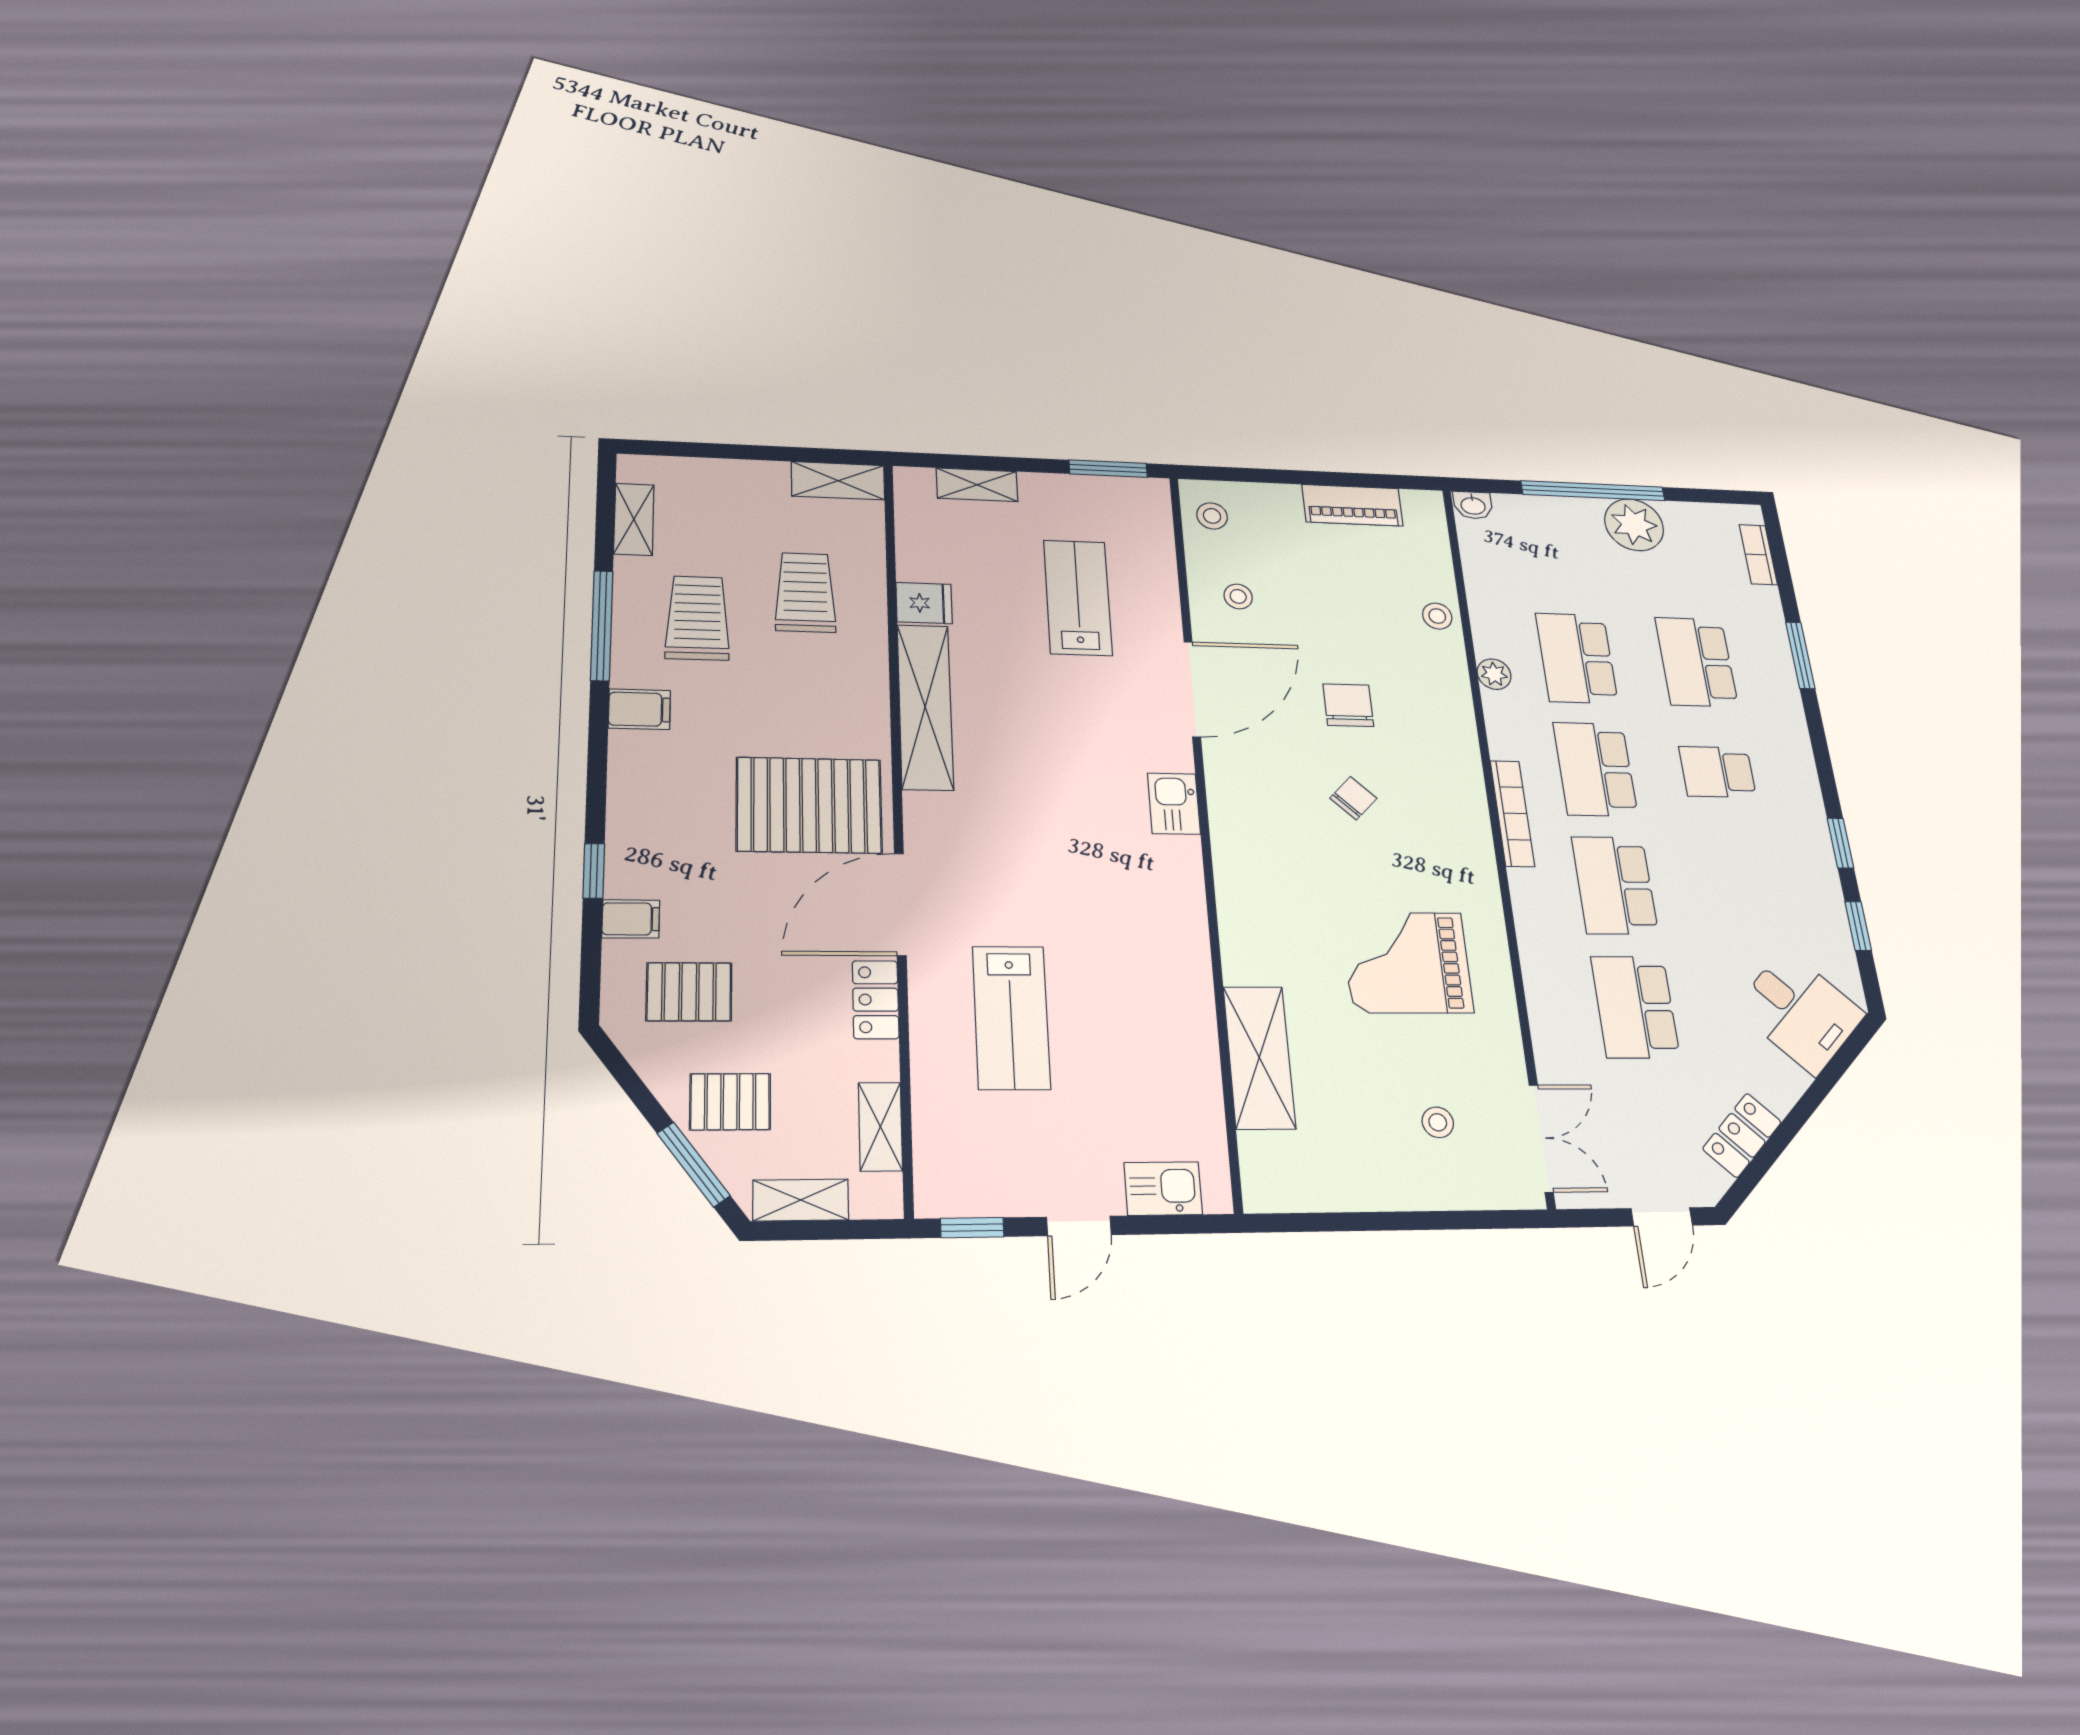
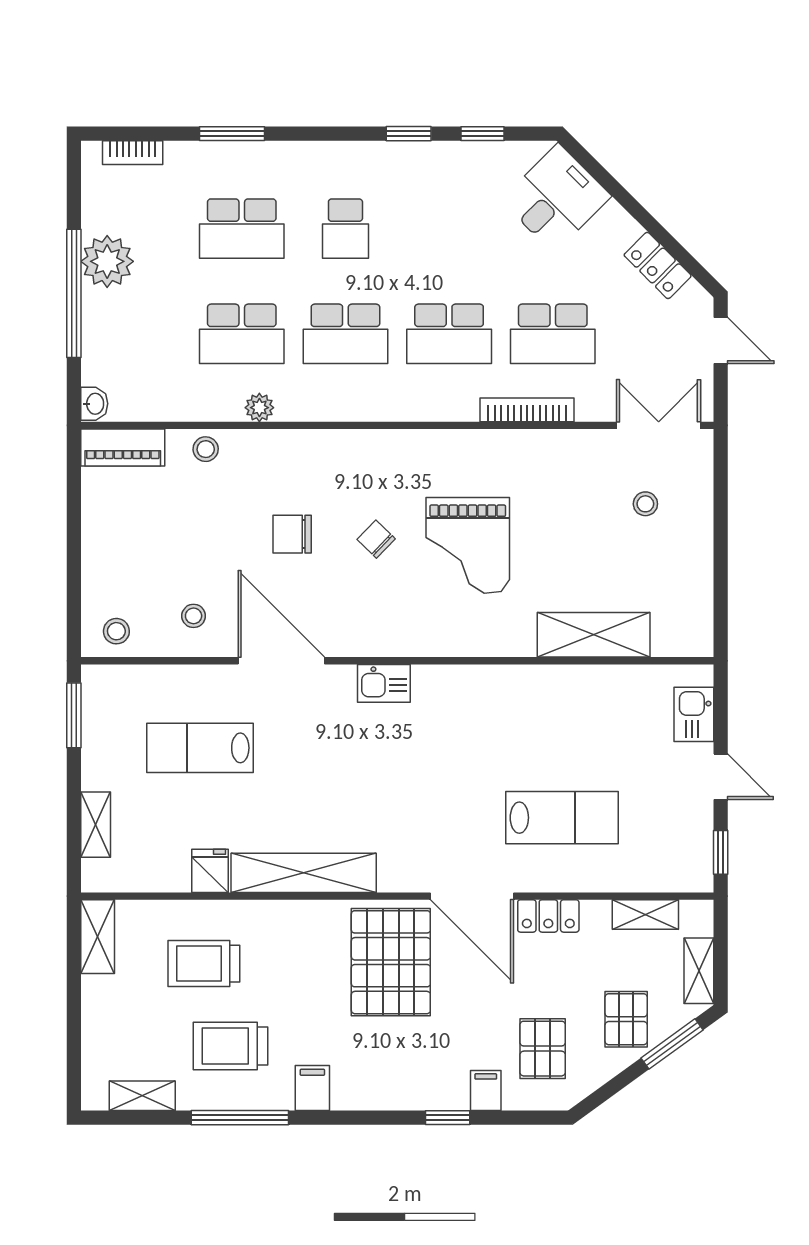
piano: (1352, 505) -> (123, 448), moved, turned 90
bookcase: (1512, 813) -> (527, 410), moved
grand piano: (1407, 962) -> (468, 545), moved

